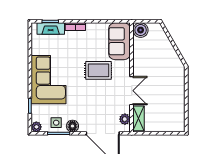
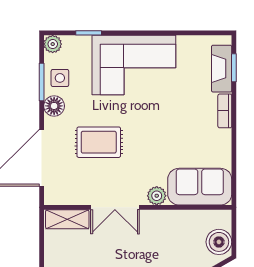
boiler: (141, 30) -> (219, 242), moved
rug: (98, 70) -> (99, 142), moved, turned 90
plant: (125, 119) -> (157, 196), moved

